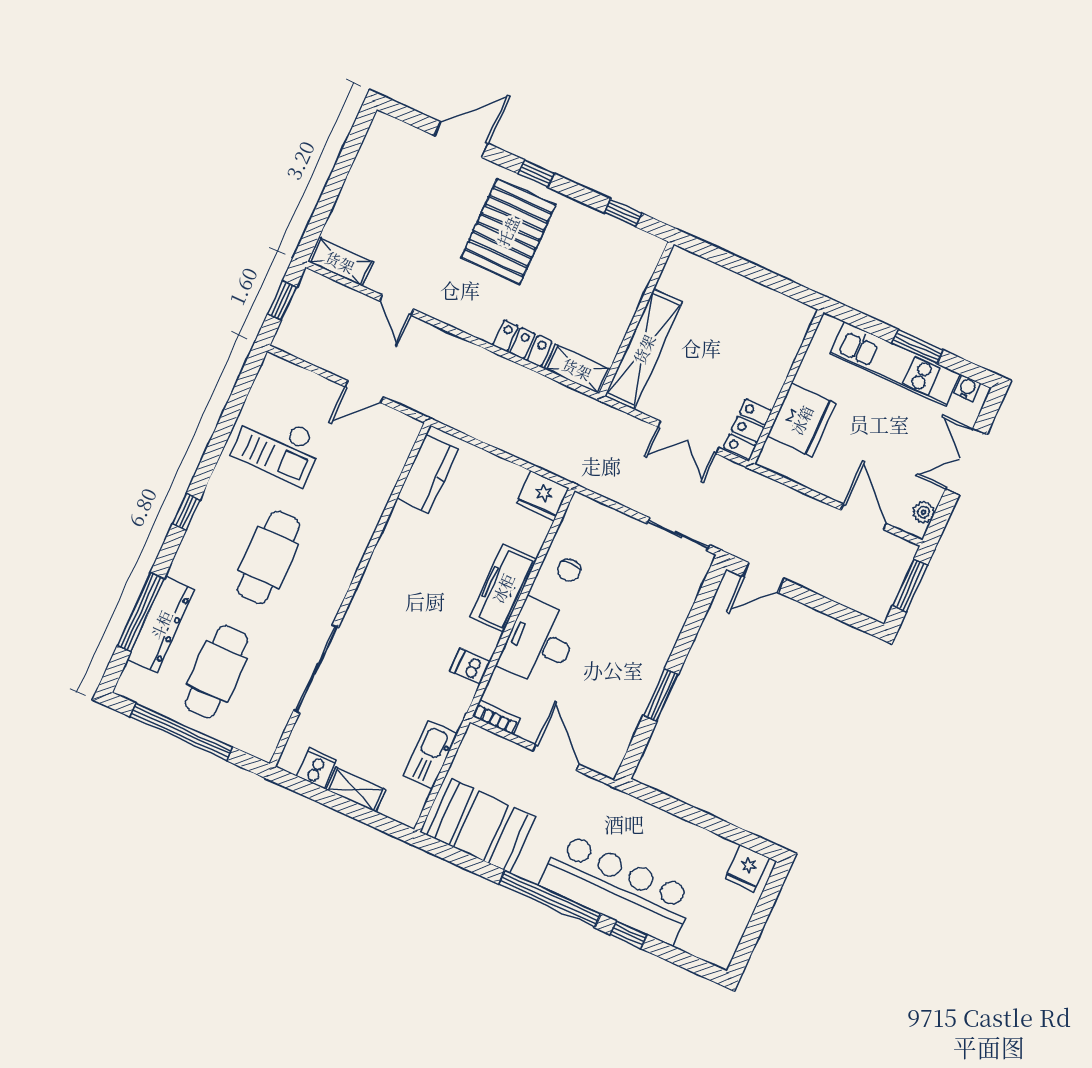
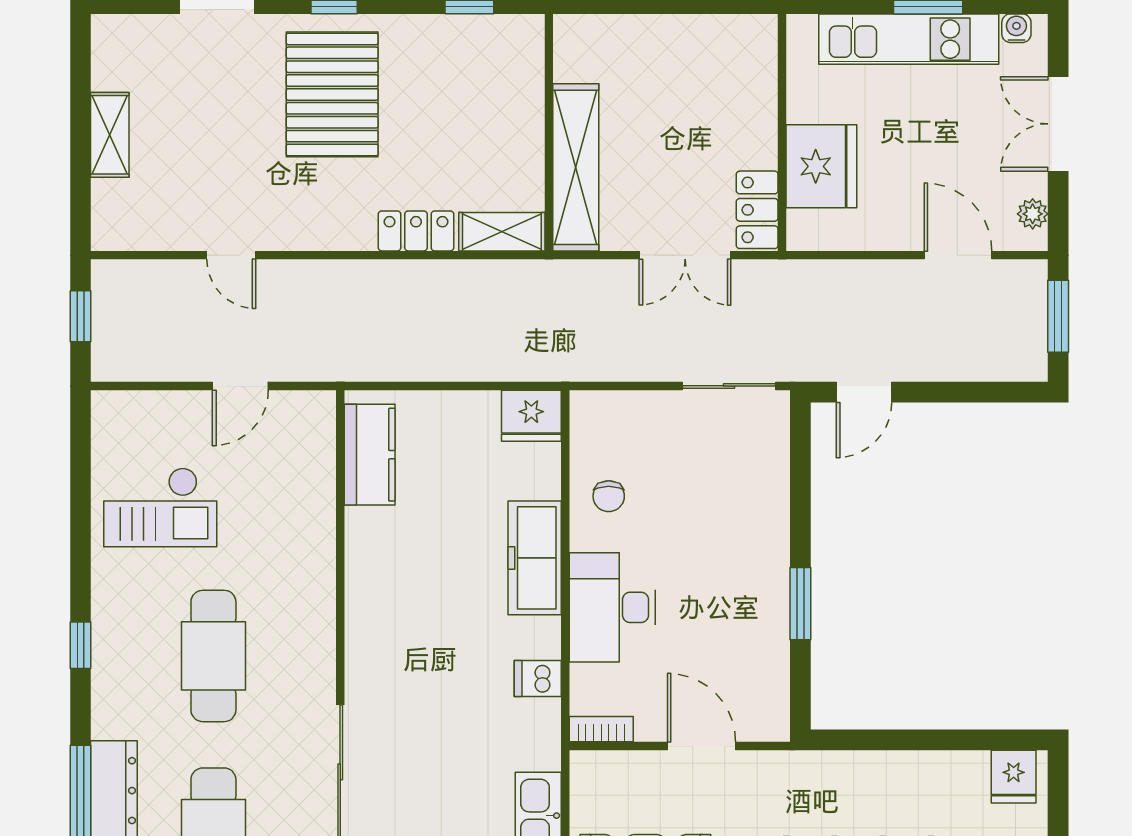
shelving: (340, 262) -> (110, 135), moved, turned 90

